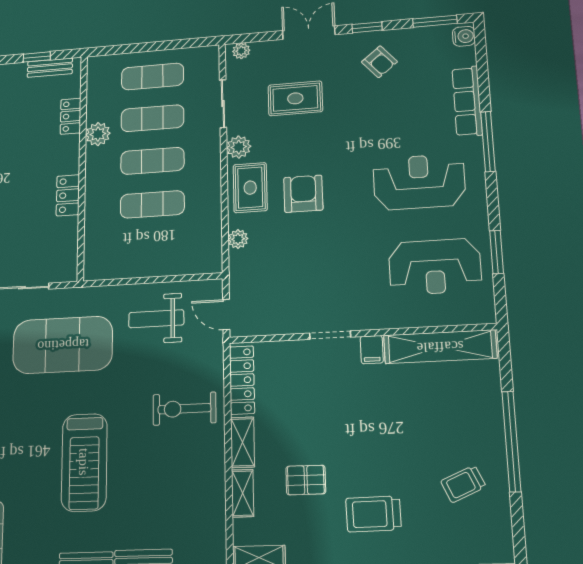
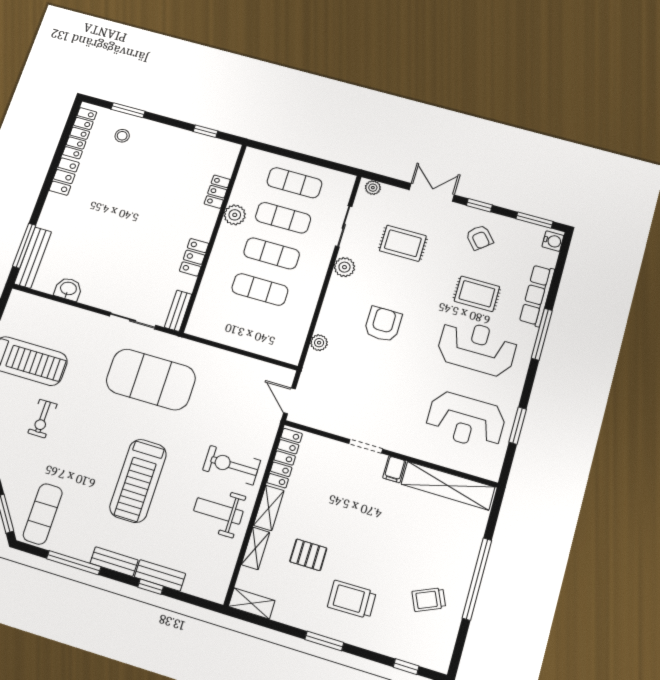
bench: (50, 68) -> (178, 311), moved, turned 90
rug: (250, 188) -> (477, 294), moved, turned 90
weight bench: (156, 319) -> (218, 511), moved

